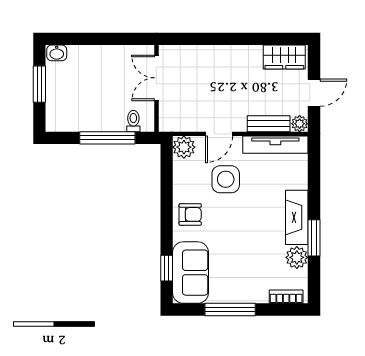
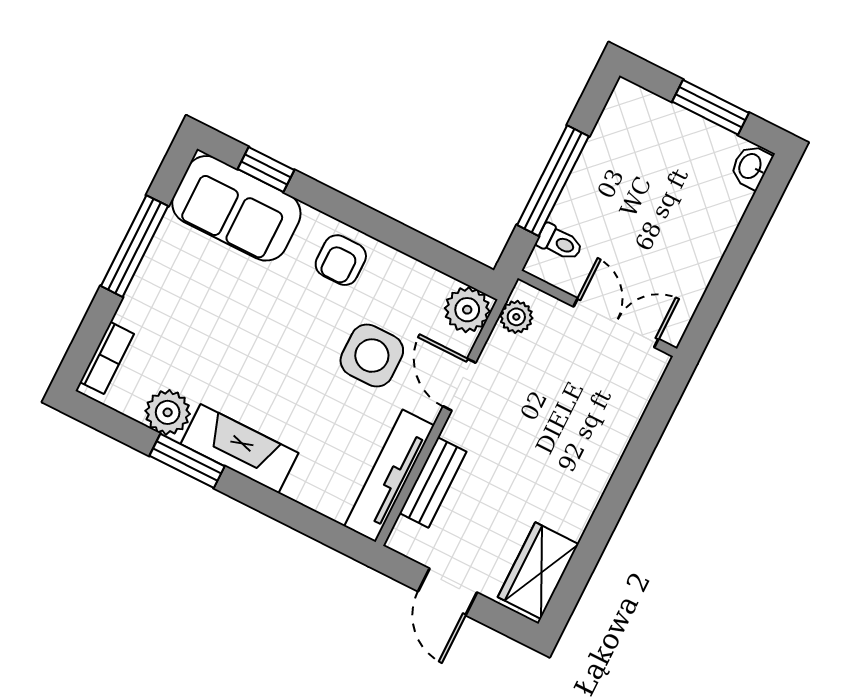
plant: (300, 124) -> (516, 317), moved

